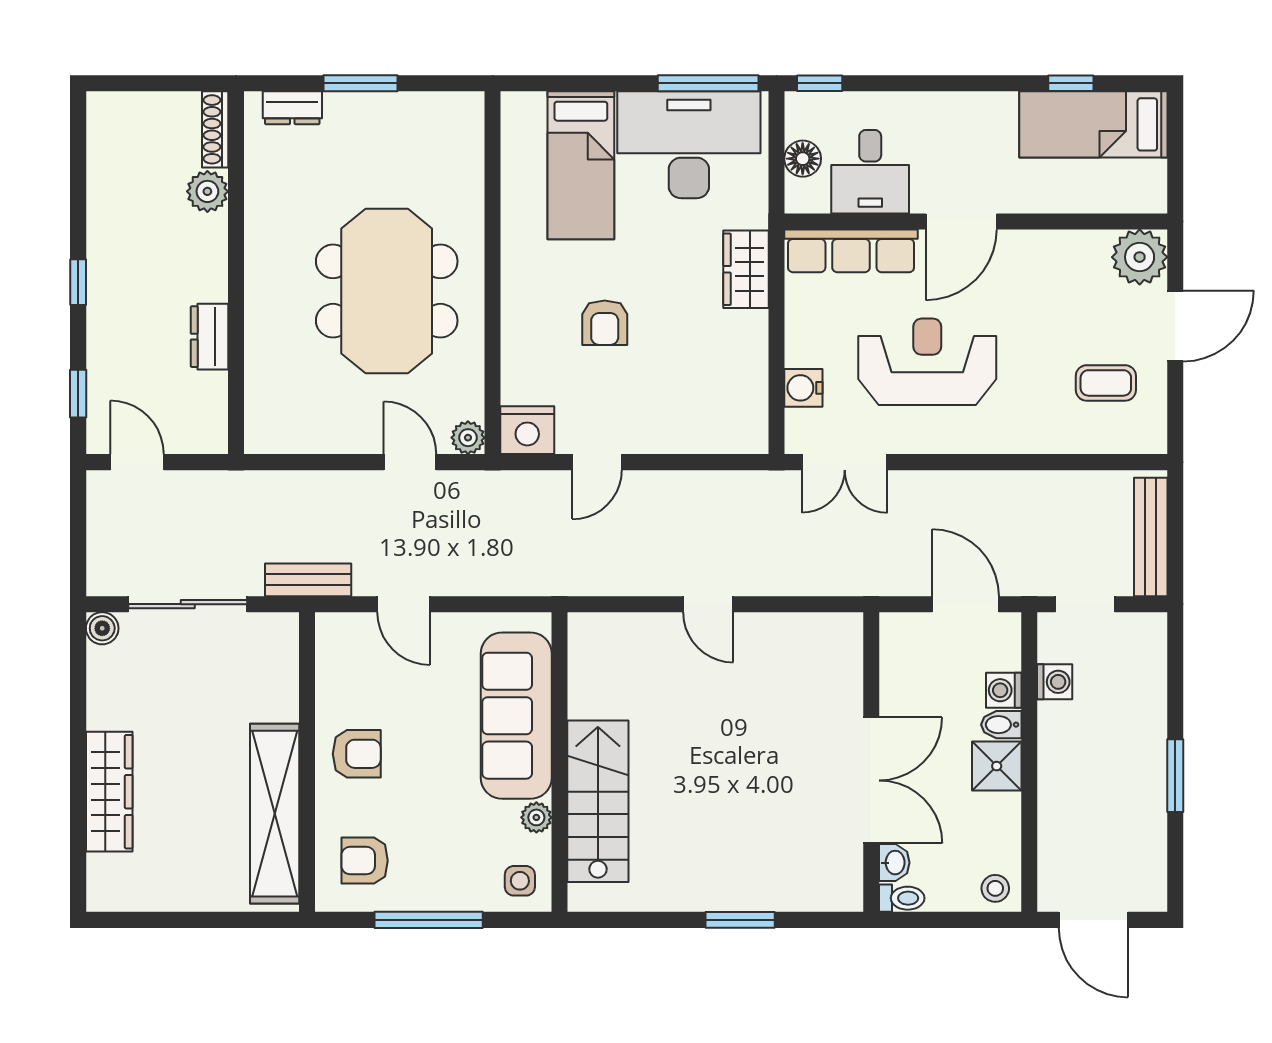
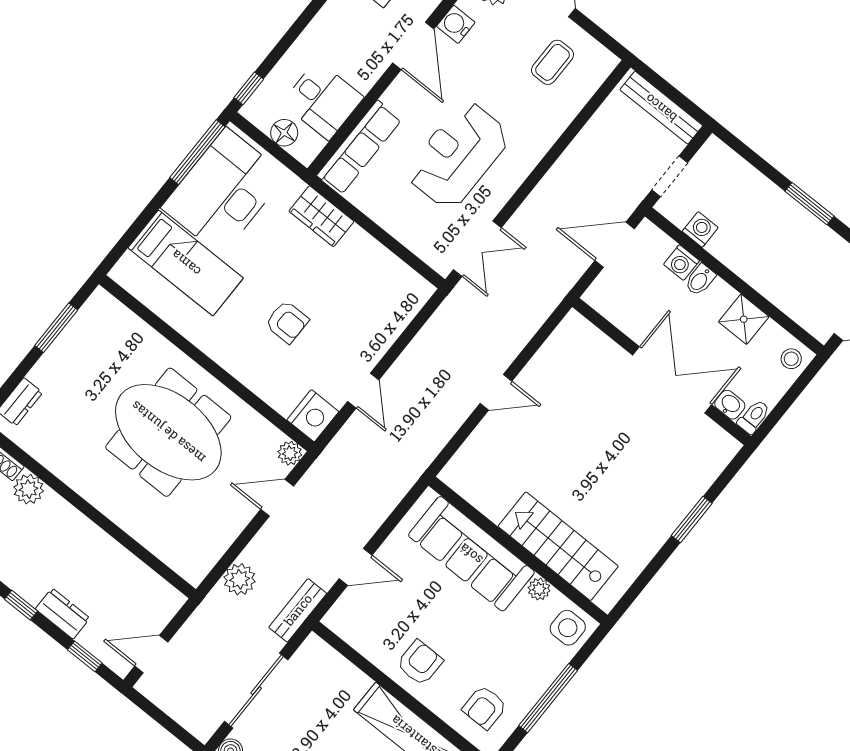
window: (361, 83) -> (56, 328), moved
door: (961, 221) -> (413, 46), moved
dresser: (209, 337) -> (63, 614), moved, turned 180
water cooler: (803, 388) -> (456, 24), moved, turned 90
plant: (292, 492) -> (240, 579), added
shower: (997, 766) -> (744, 319), moved
side table: (520, 881) -> (568, 628), width x1.37, depth x1.37

